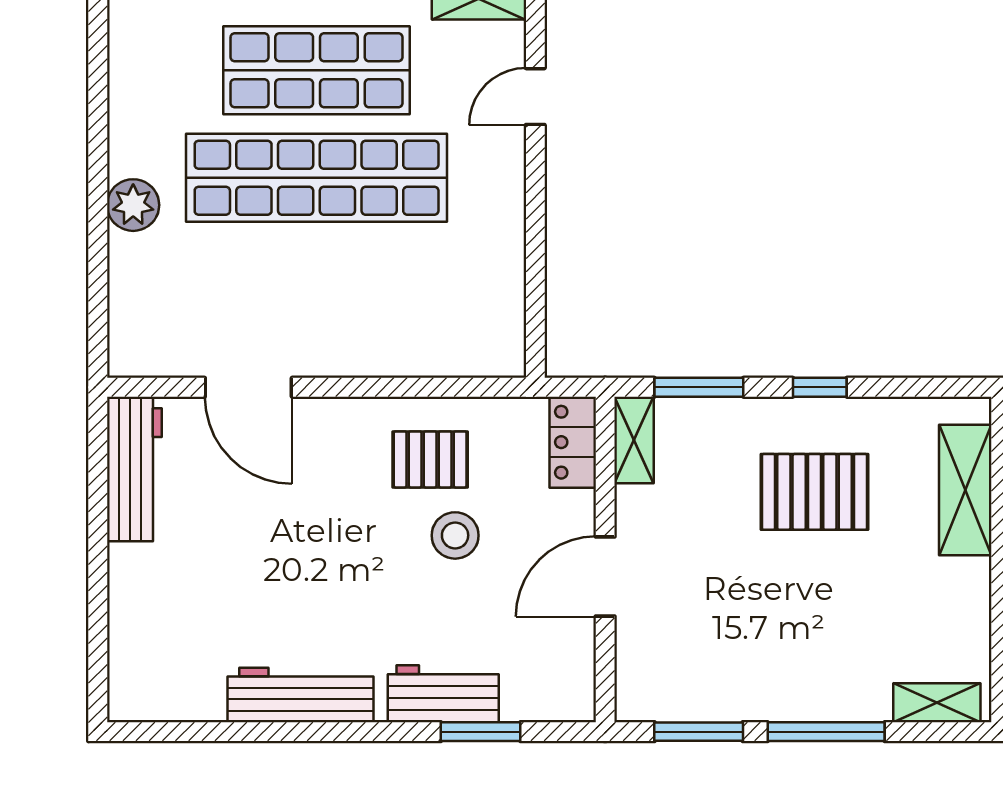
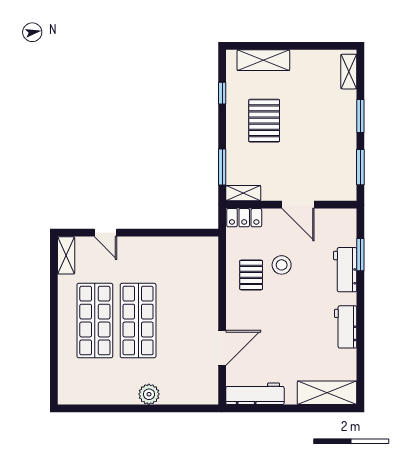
shop shelf: (317, 178) -> (138, 321), width x0.71
window: (820, 387) -> (222, 93), moved
shelving: (137, 648) -> (327, 393), added
workbench: (301, 695) -> (346, 327), width x0.73
window: (826, 732) -> (360, 116), width x0.69

